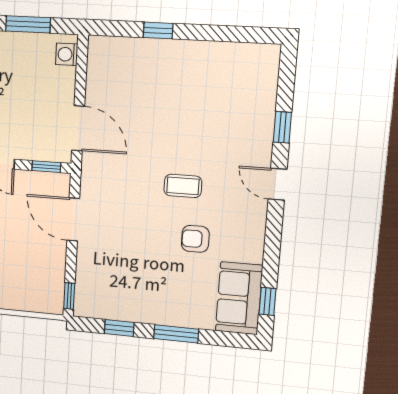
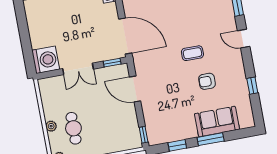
door: (78, 128) -> (125, 36), width x1.36
sofa: (239, 298) -> (217, 122), moved, turned 90
window: (268, 301) -> (252, 86), moved

